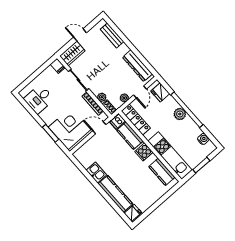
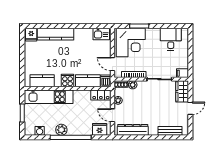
plant: (180, 114) -> (61, 130), moved
locker: (136, 120) -> (101, 95), width x0.66
door: (99, 128) -> (113, 64), swing flipped
kitchen sink: (96, 172) -> (101, 34), moved

